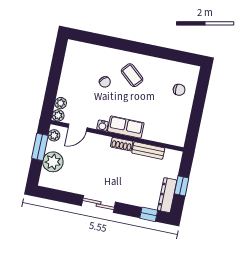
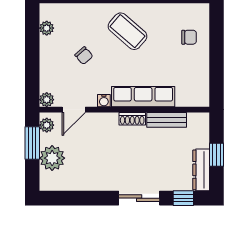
coffee table: (132, 75) -> (127, 31), width x1.36, depth x1.30
chair: (105, 82) -> (84, 56), moved
plant: (61, 103) -> (47, 28), moved
row of seats: (126, 127) -> (143, 97), width x1.48
sliding door: (99, 204) -> (139, 198), moved

